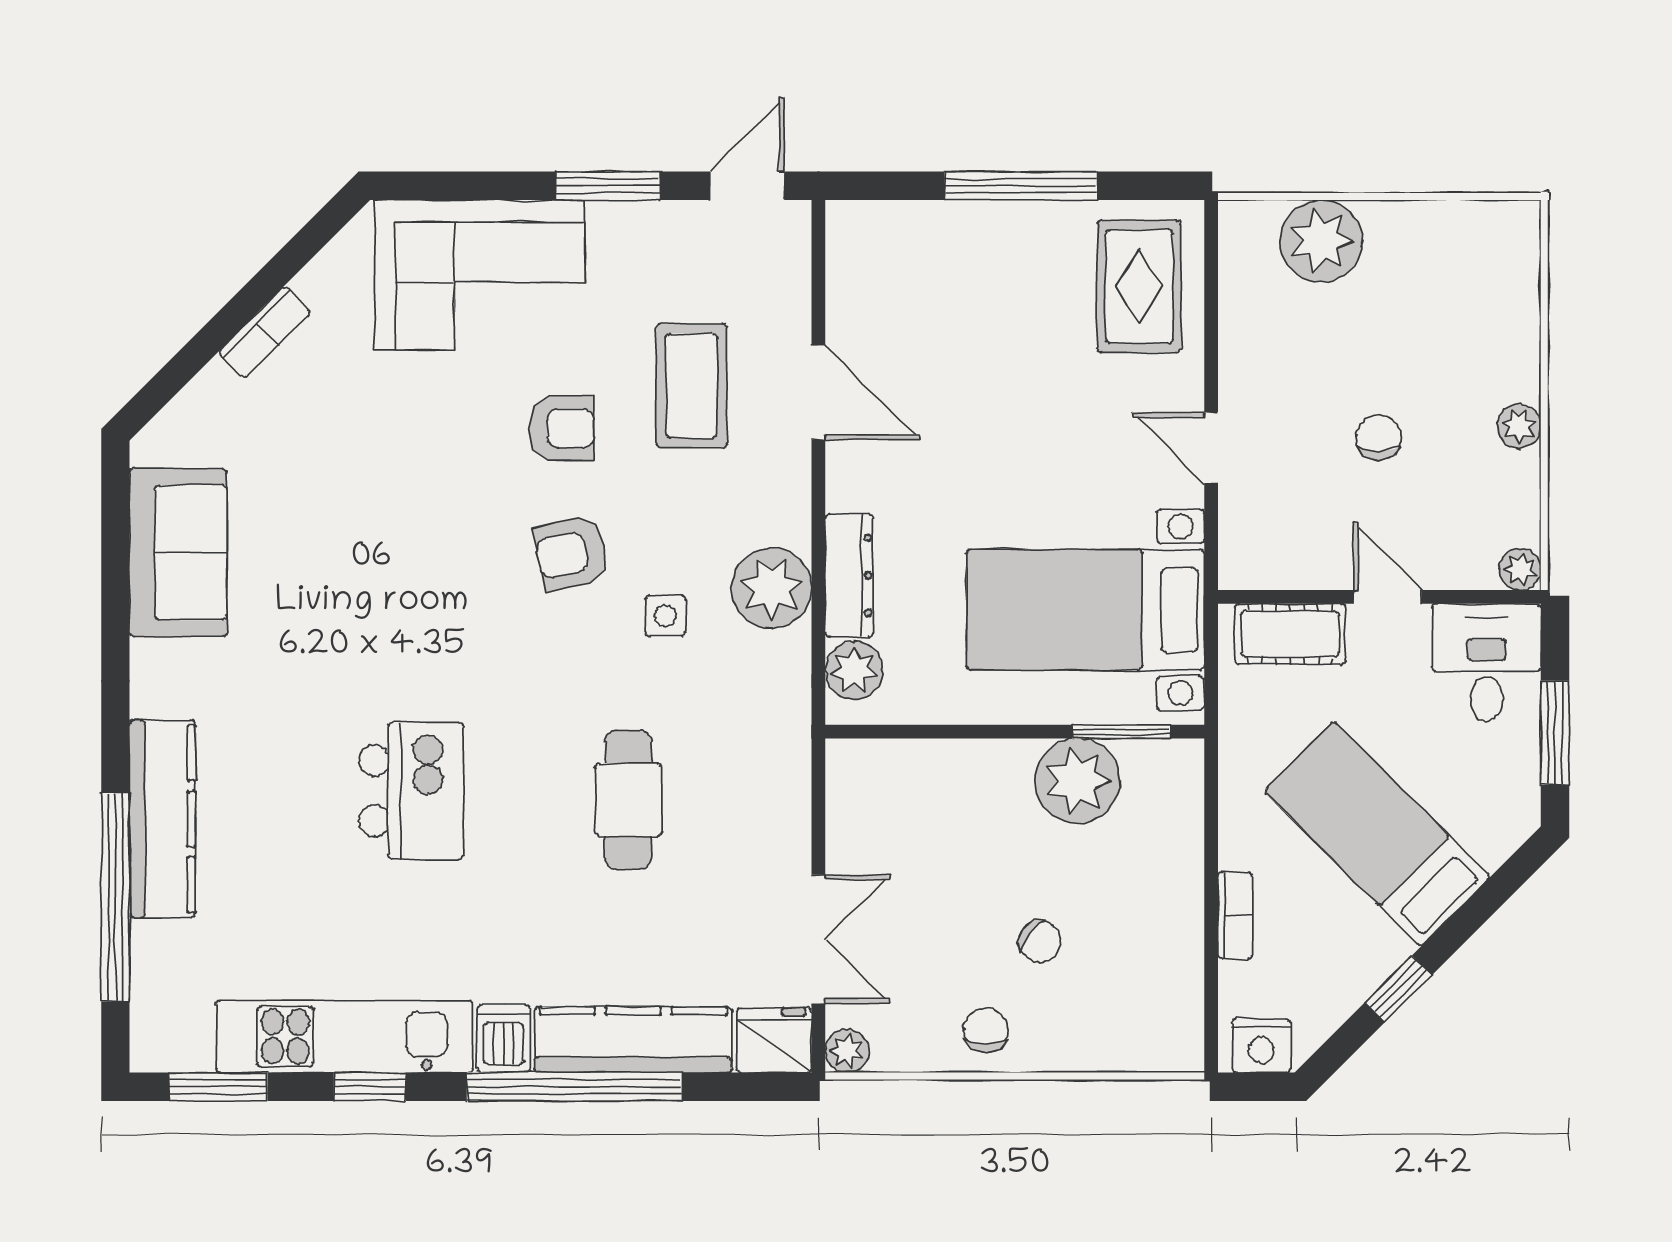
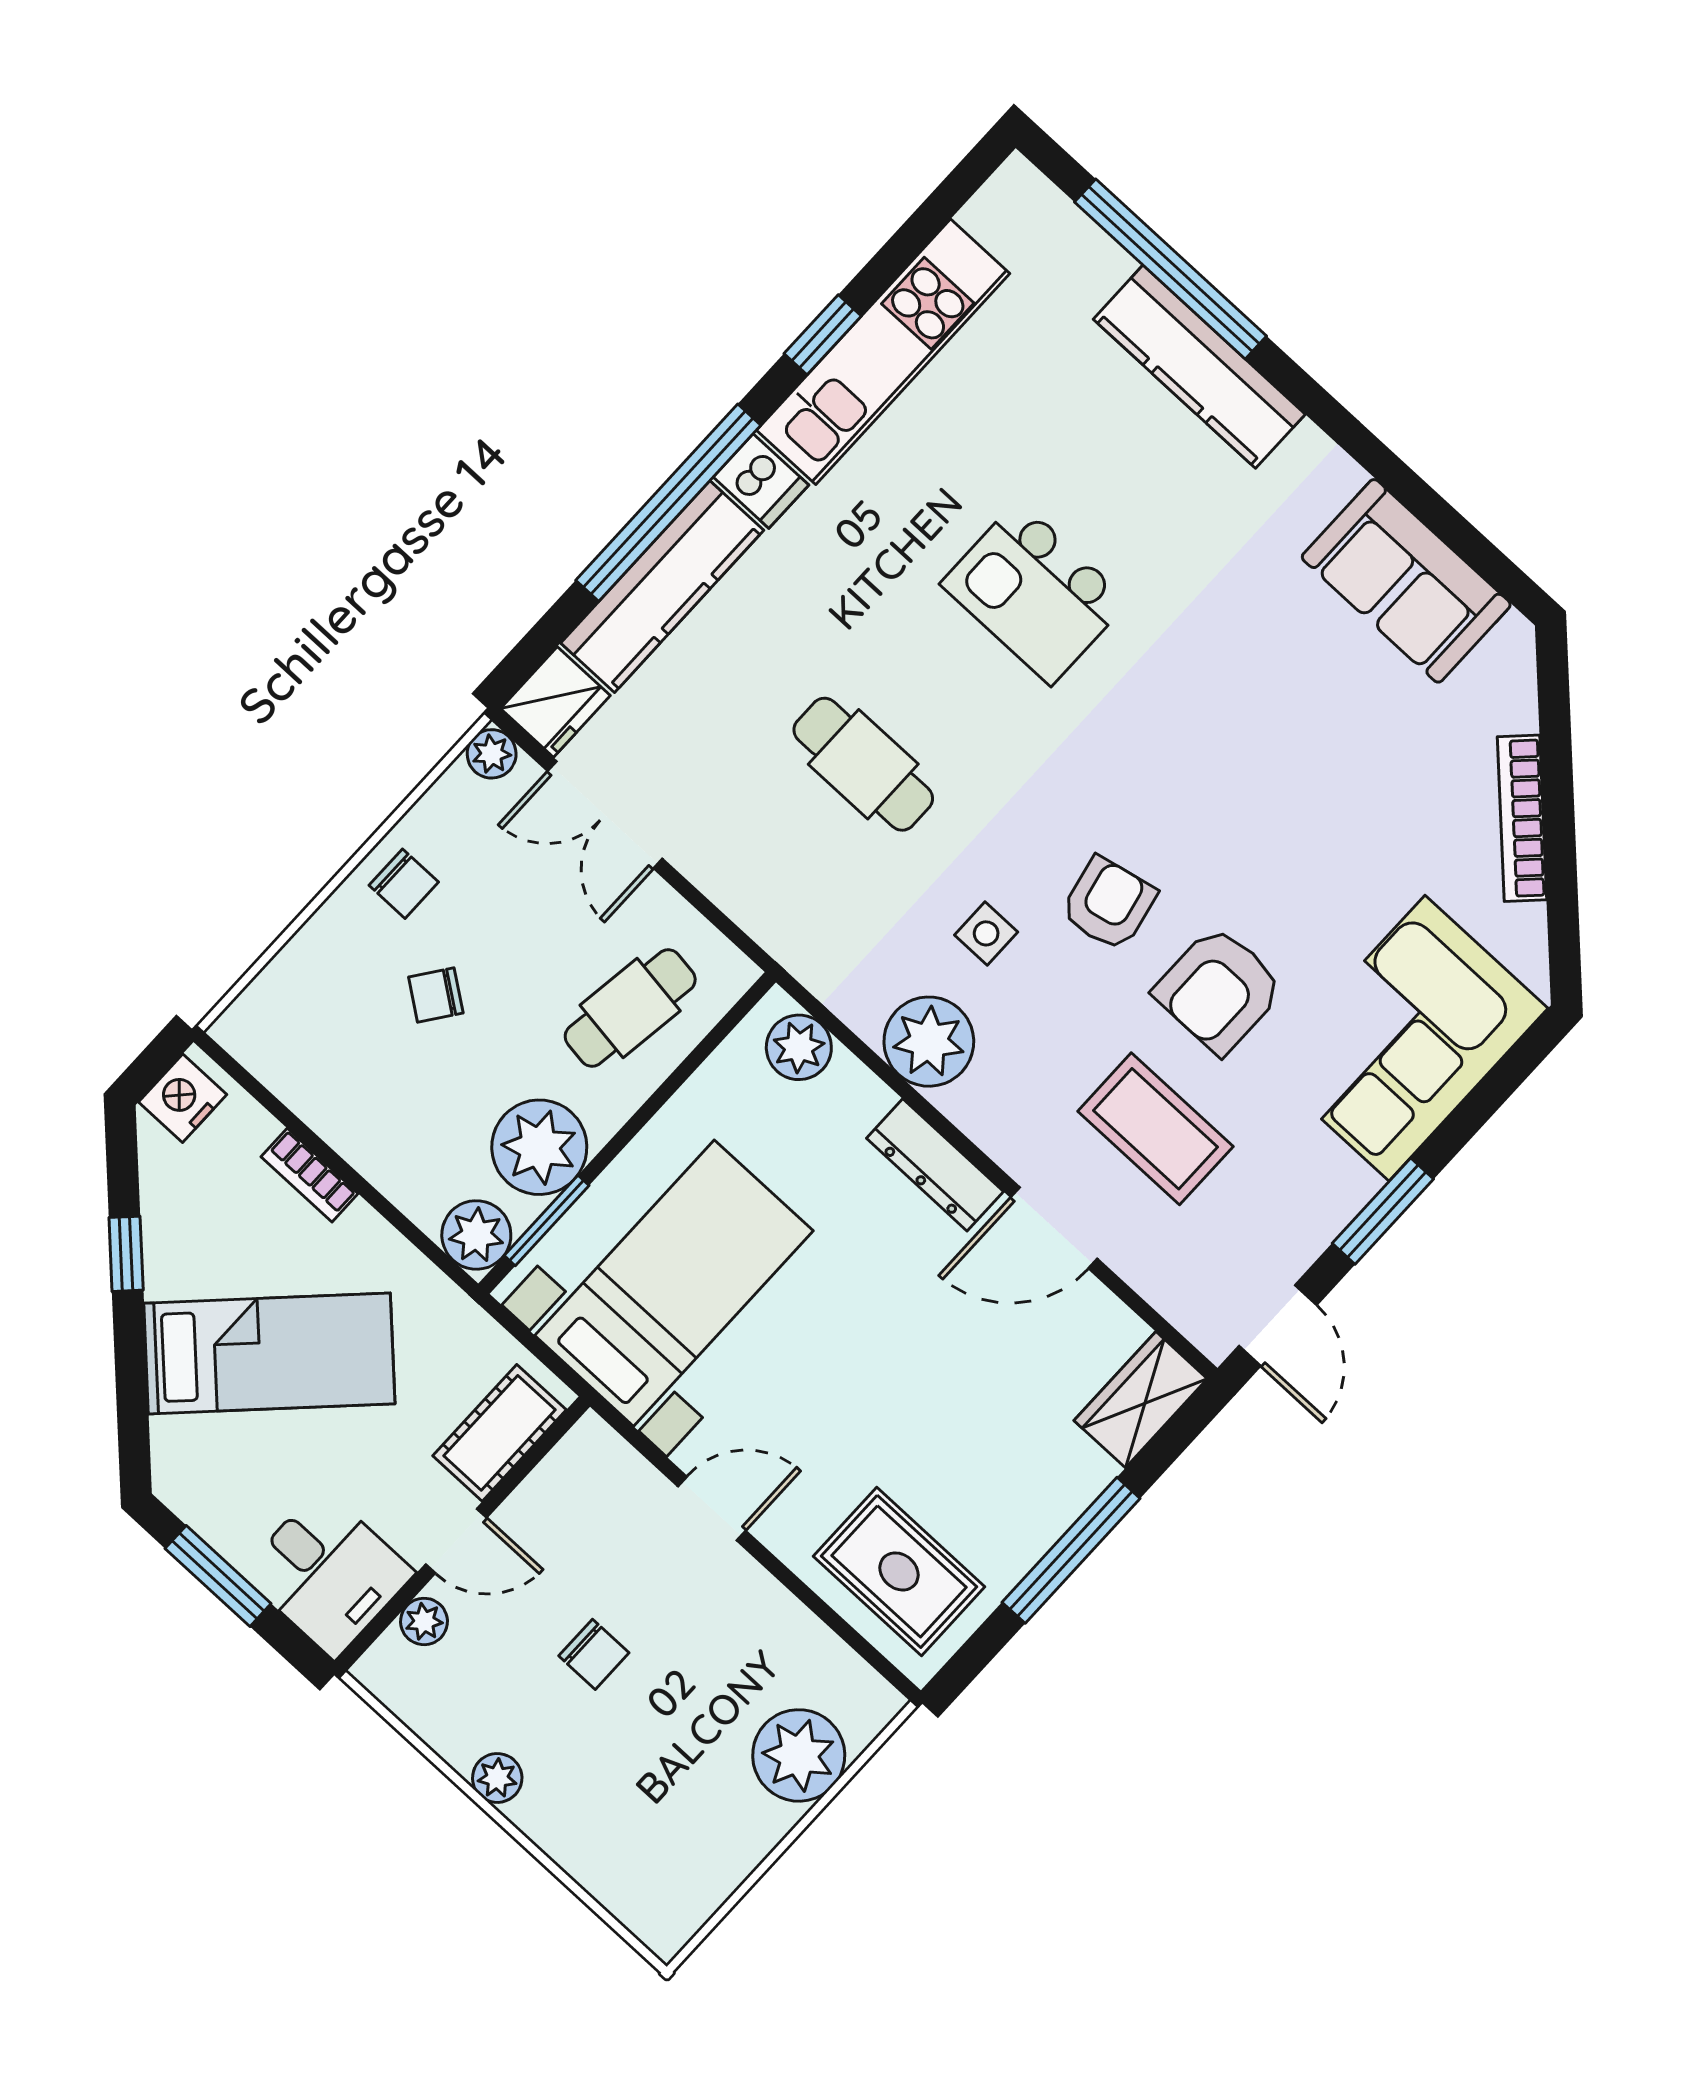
wardrobe: (879, 231) -> (1141, 1400), added
bookcase: (265, 332) -> (1522, 818), width x1.56
armchair: (561, 428) -> (1219, 990), width x1.38, depth x1.38
plant: (1520, 569) -> (424, 1621), moved
dresser: (849, 575) -> (935, 1165), moved
plant: (1174, 769) -> (476, 1235), added
cafe table: (931, 805) -> (630, 1008), added
window: (218, 1087) -> (937, 210), removed

